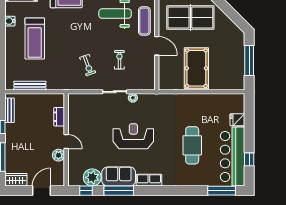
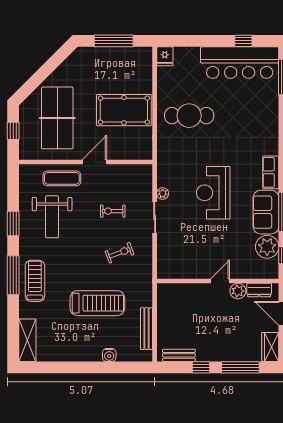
water cooler: (10, 21) -> (109, 355), moved
treadmill: (35, 38) -> (97, 303), moved
dresser: (59, 117) -> (259, 290), moved
fridge: (237, 120) -> (165, 56), moved
cafe table: (192, 145) -> (189, 116), moved

